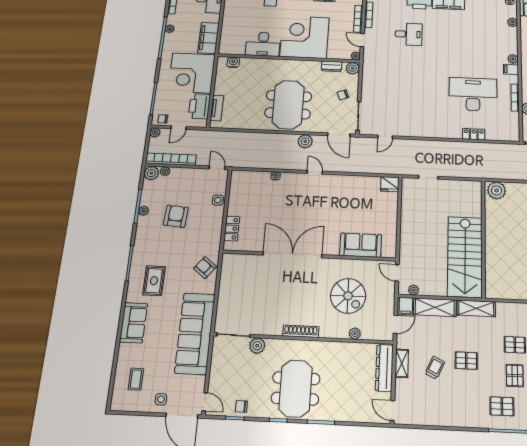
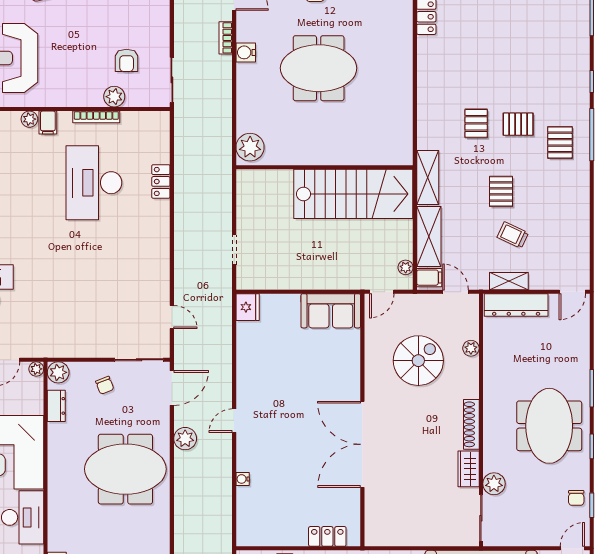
sofa: (361, 245) -> (331, 311), moved, turned -90
wardrobe: (269, 328) -> (469, 469), added
meeting table: (296, 388) -> (549, 426), turned 90

